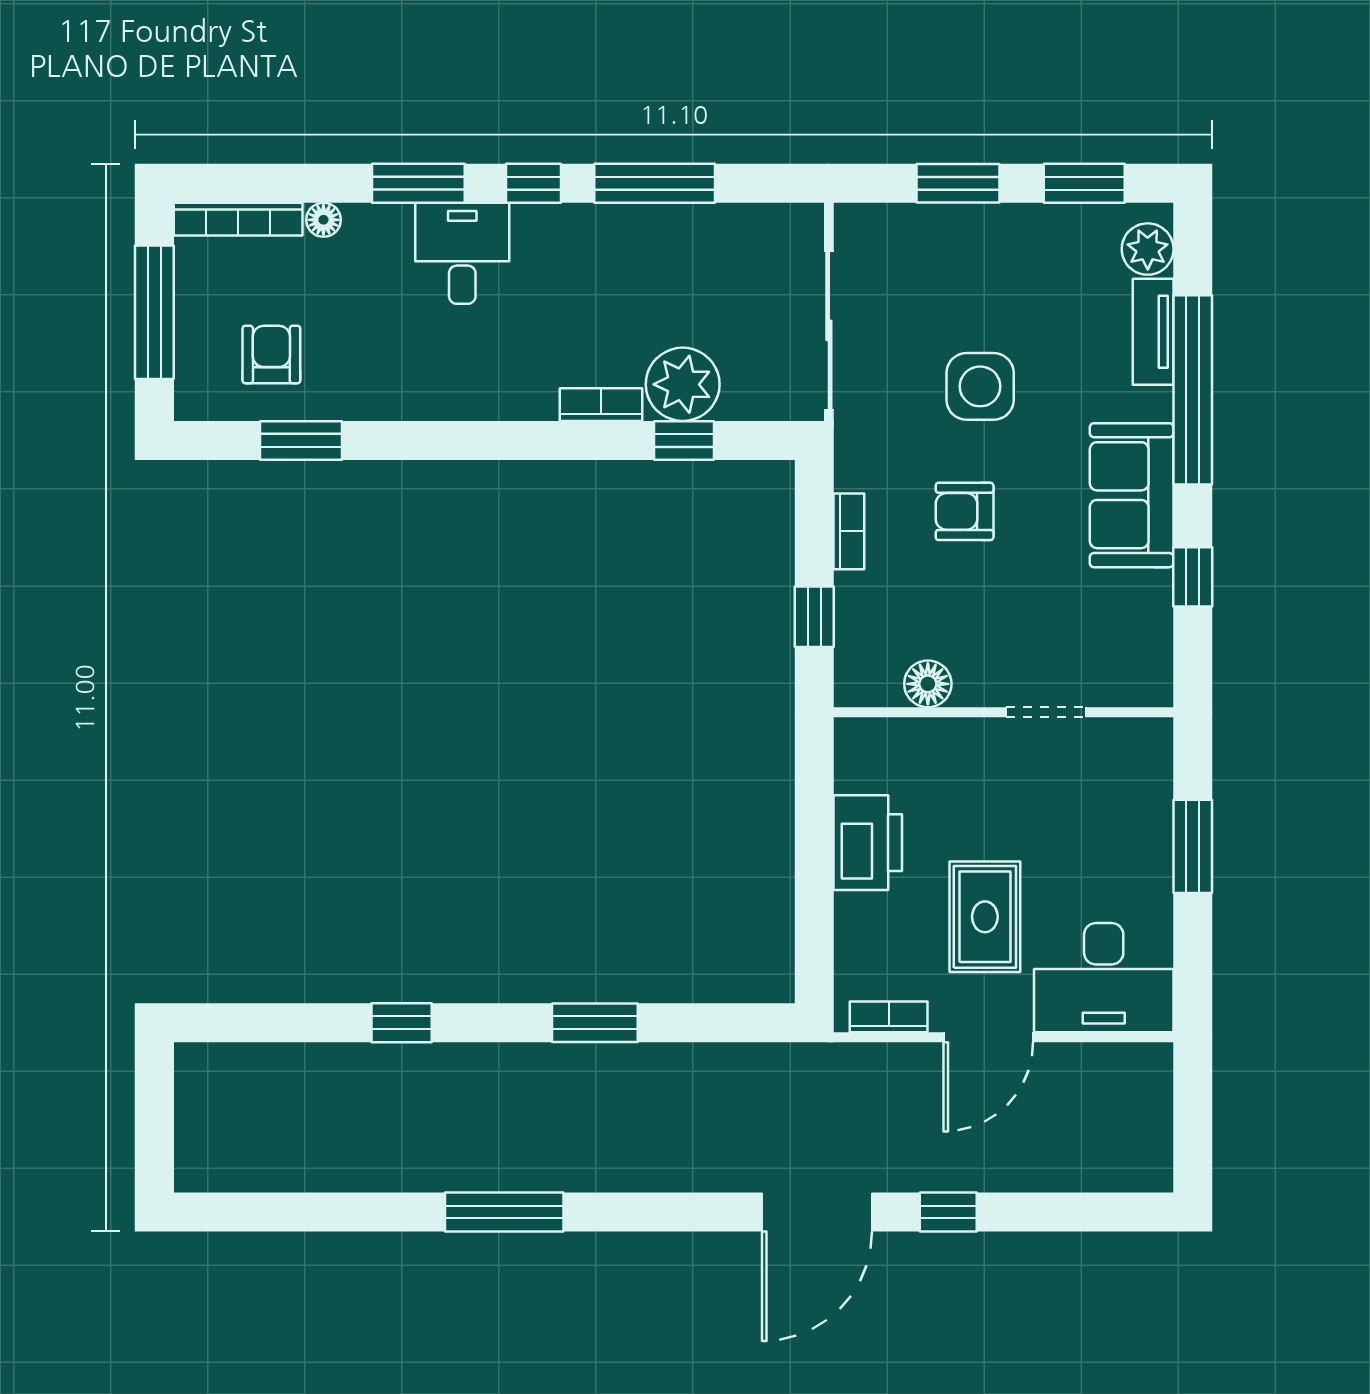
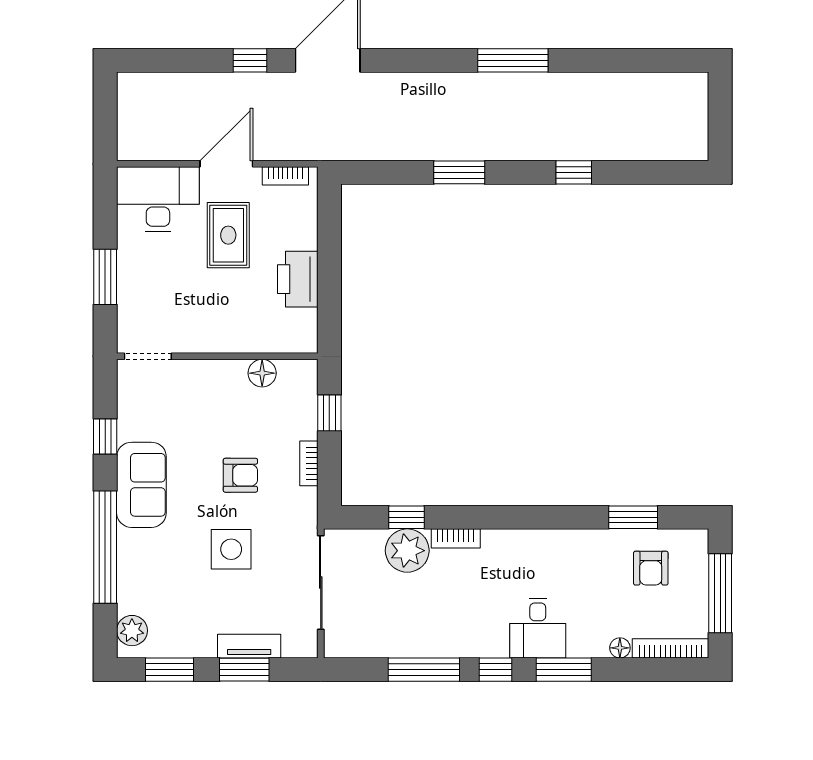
tv unit: (1153, 332) -> (249, 646), moved, turned -90
doorway: (1046, 712) -> (148, 356), moved

